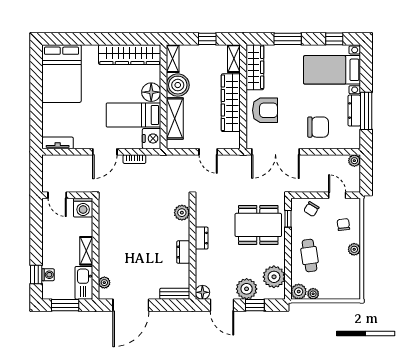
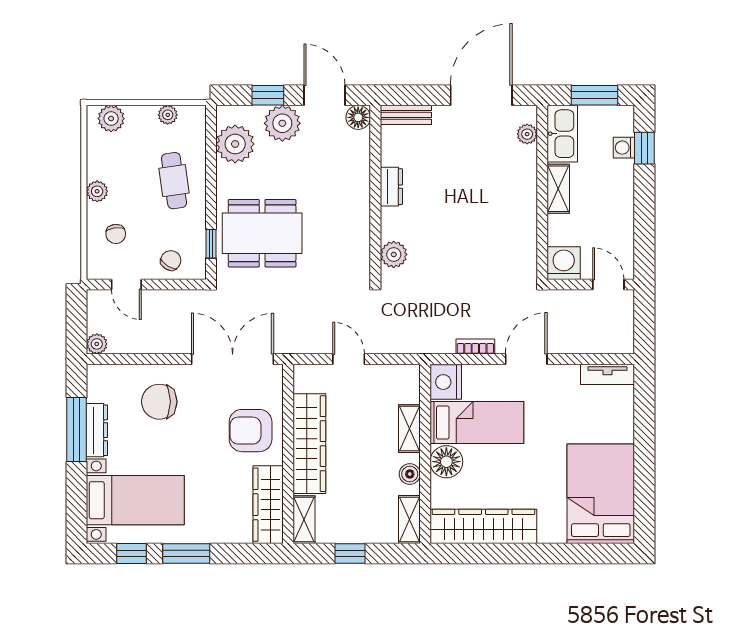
window: (288, 39) -> (186, 553), moved
boiler: (178, 85) -> (410, 474), width x0.54, depth x0.54
shelving: (175, 118) -> (409, 429), width x0.67, depth x0.75
dresser: (202, 238) -> (360, 211), removed
plant: (299, 292) -> (111, 119), moved

